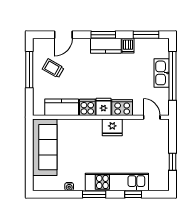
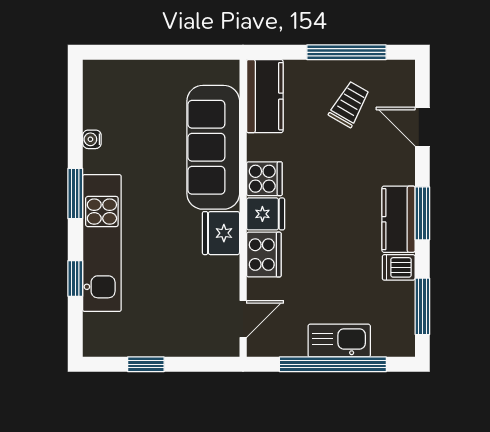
kitchen counter: (62, 107) -> (265, 96), moved
sofa: (45, 147) -> (213, 147), moved, turned 90

